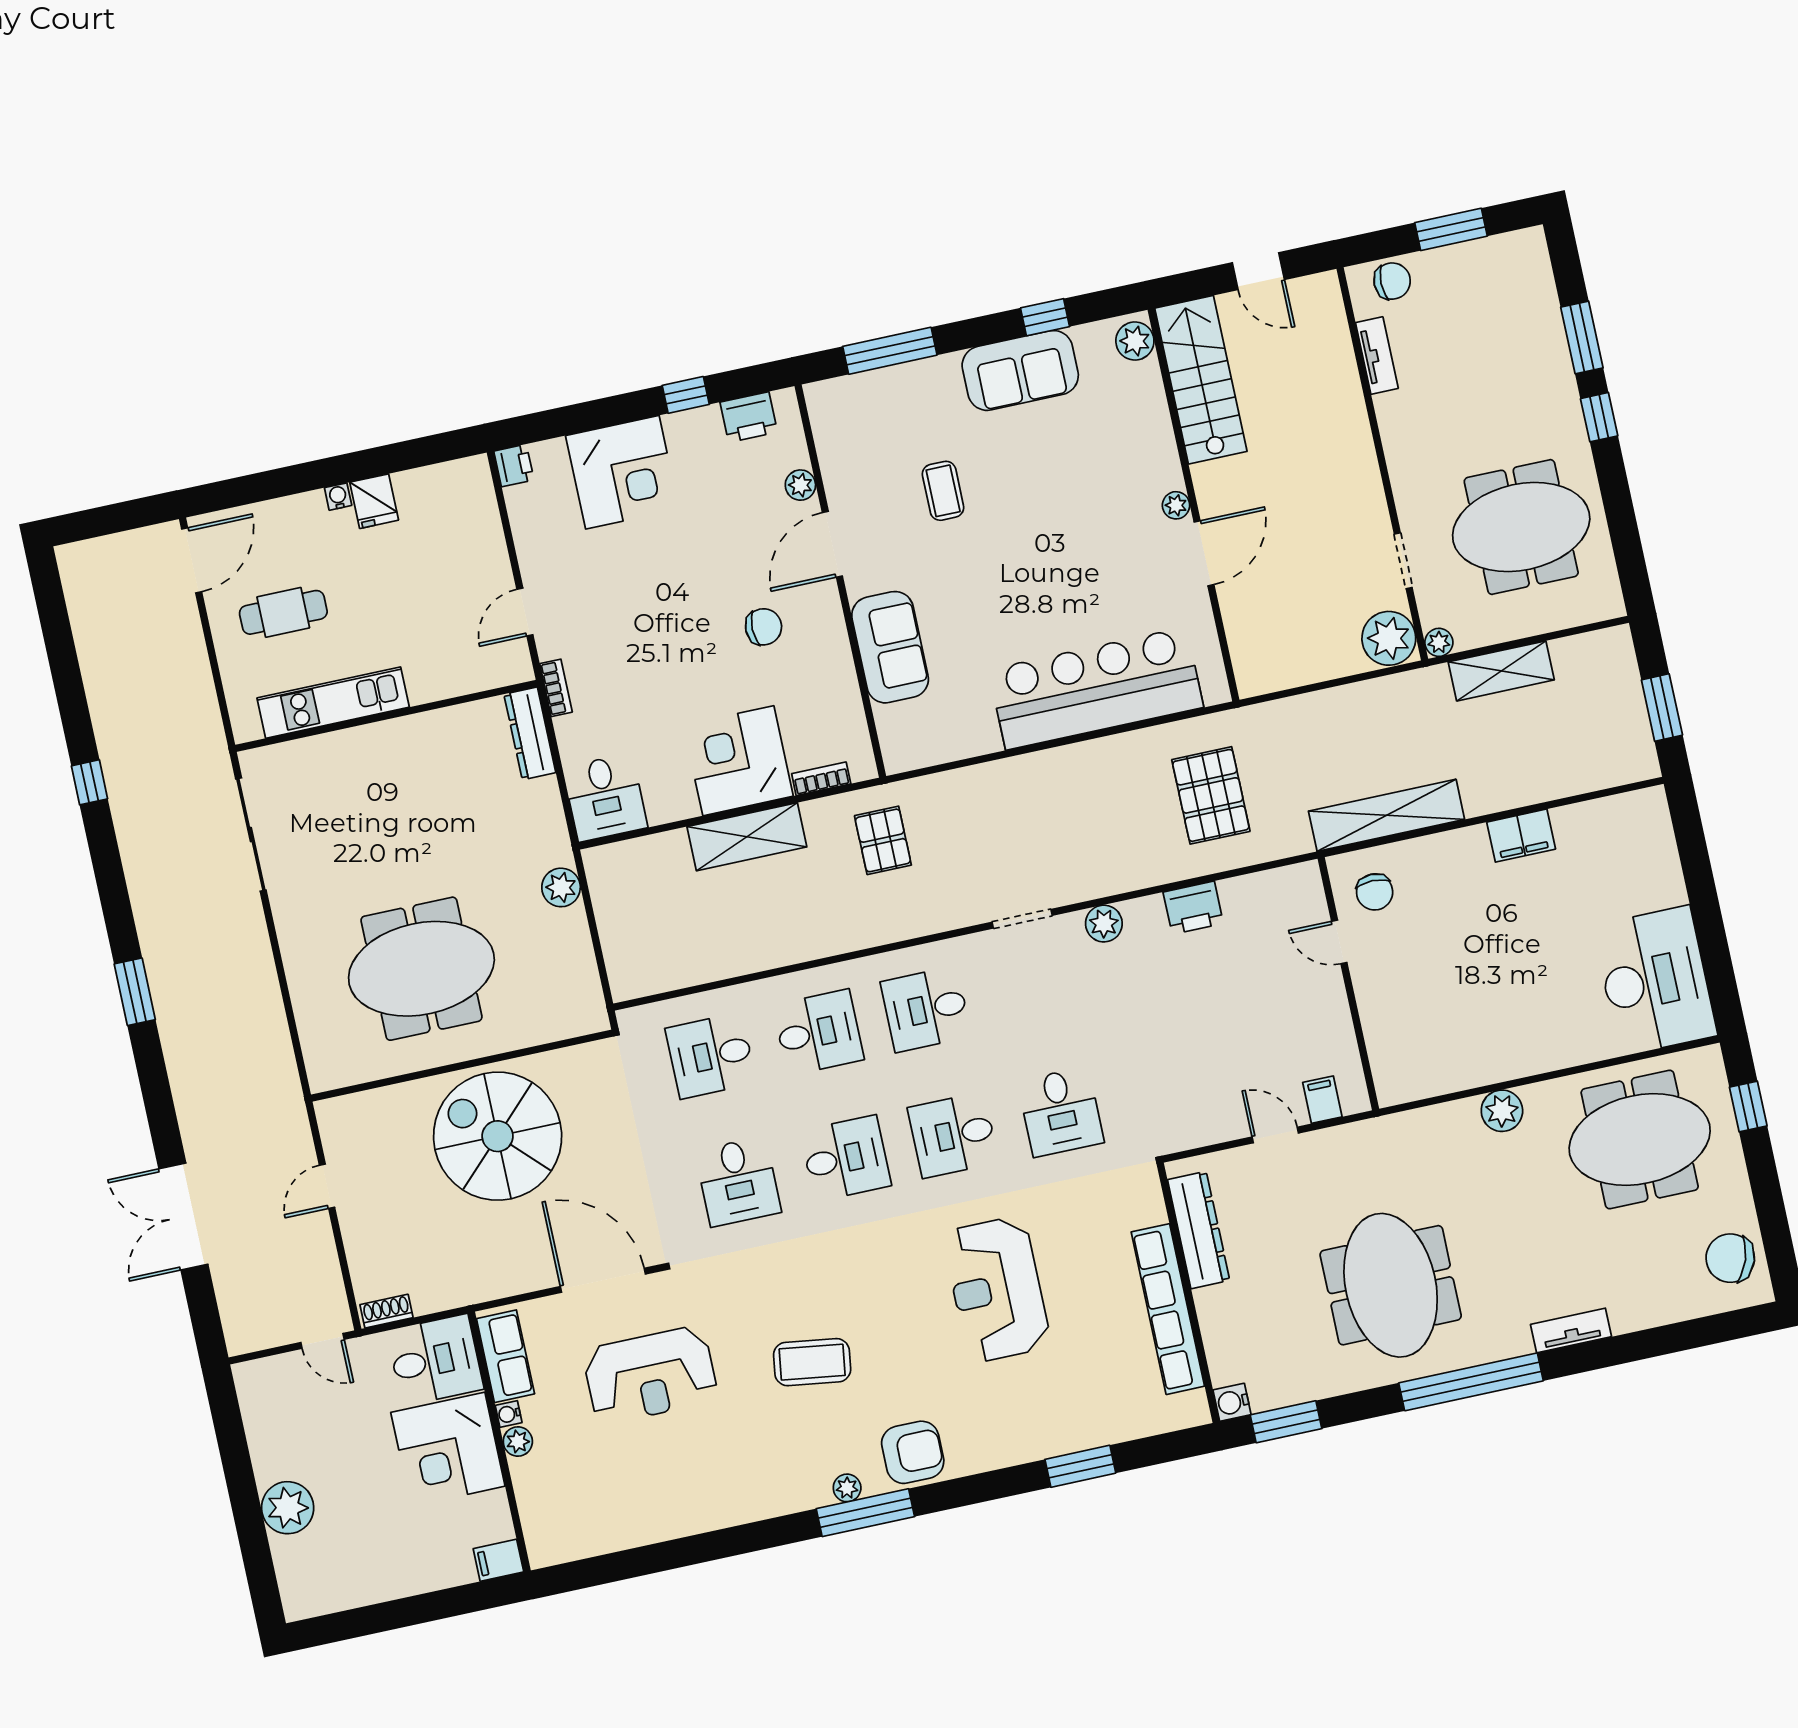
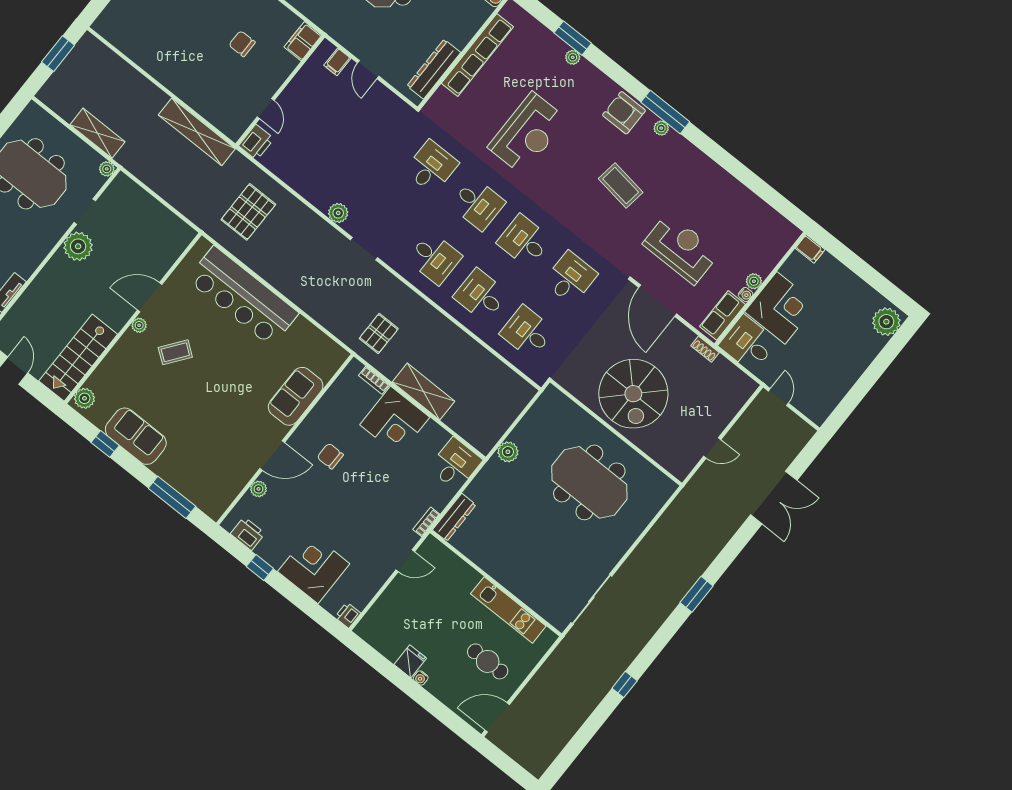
coffee table: (943, 491) -> (175, 352), moved, turned 37
plant: (1389, 638) -> (78, 246), moved
filing cabinet: (1521, 836) -> (303, 41), moved, turned -90
chair: (1375, 892) -> (242, 44), moved, turned -90
printer: (1193, 908) -> (256, 142), moved, turned 90
desk: (711, 1056) -> (527, 332), turned 180
shoe rack: (386, 1311) -> (705, 349), moved
plant: (1053, 1444) -> (573, 57), added
plant: (288, 1508) -> (886, 322), moved

